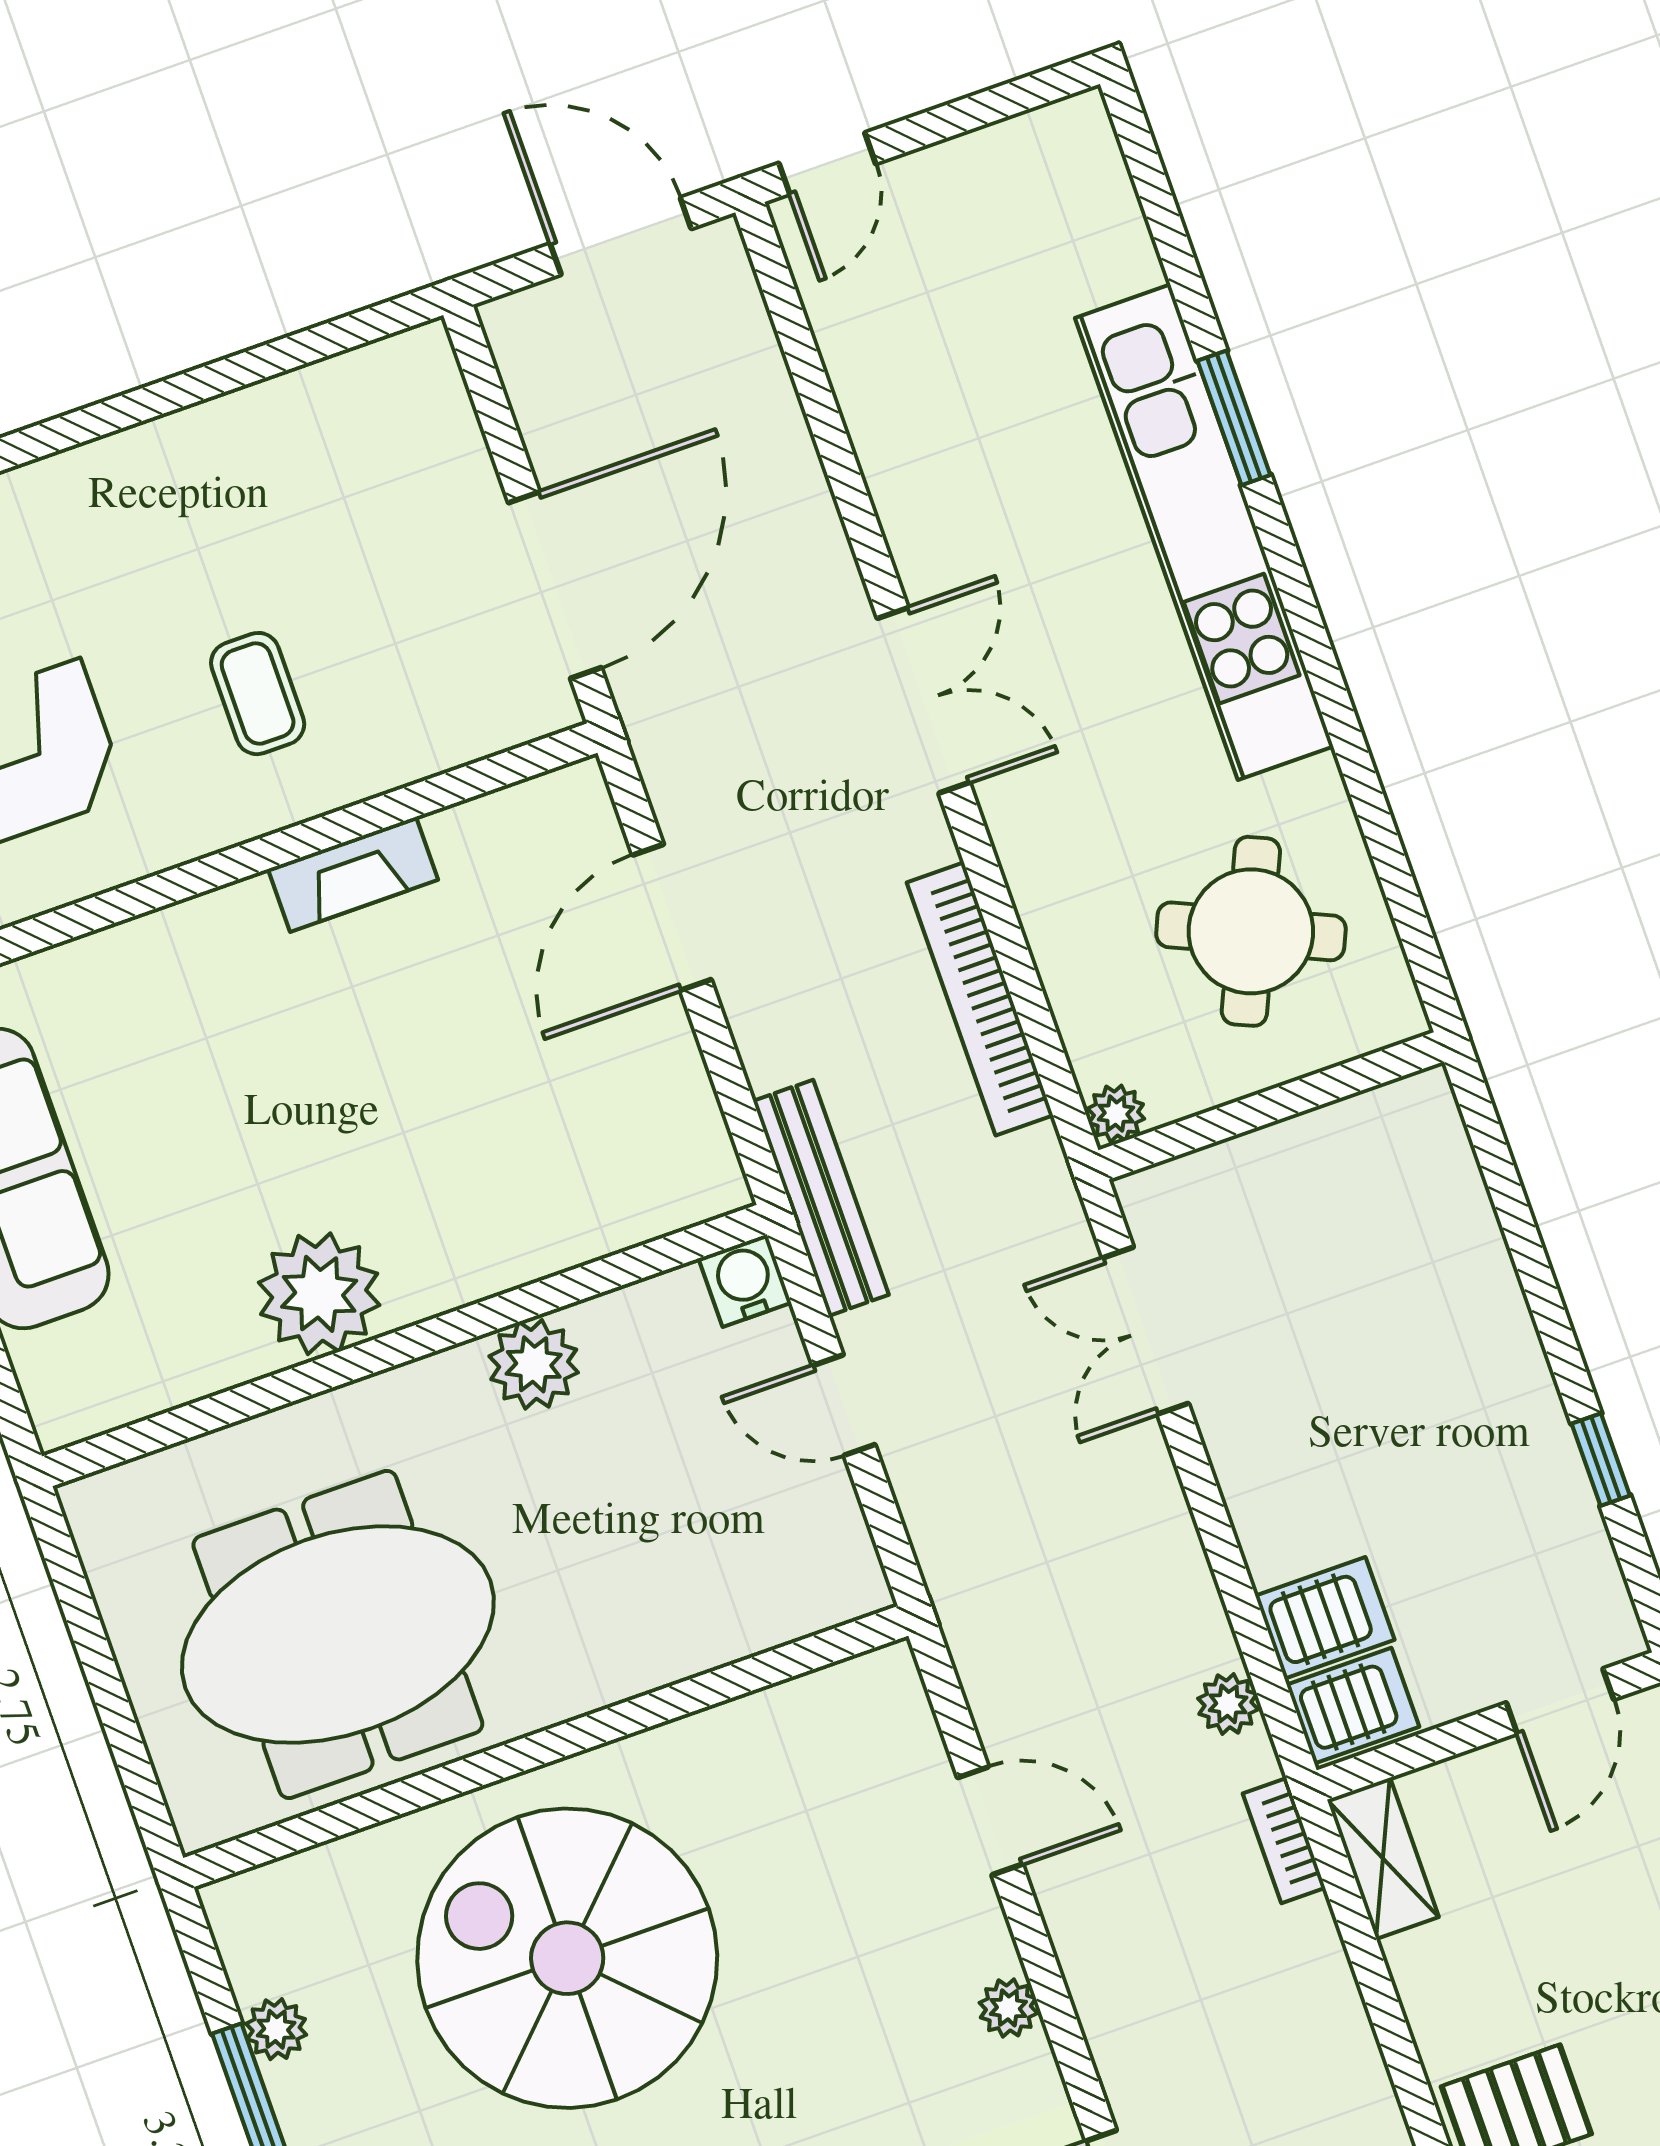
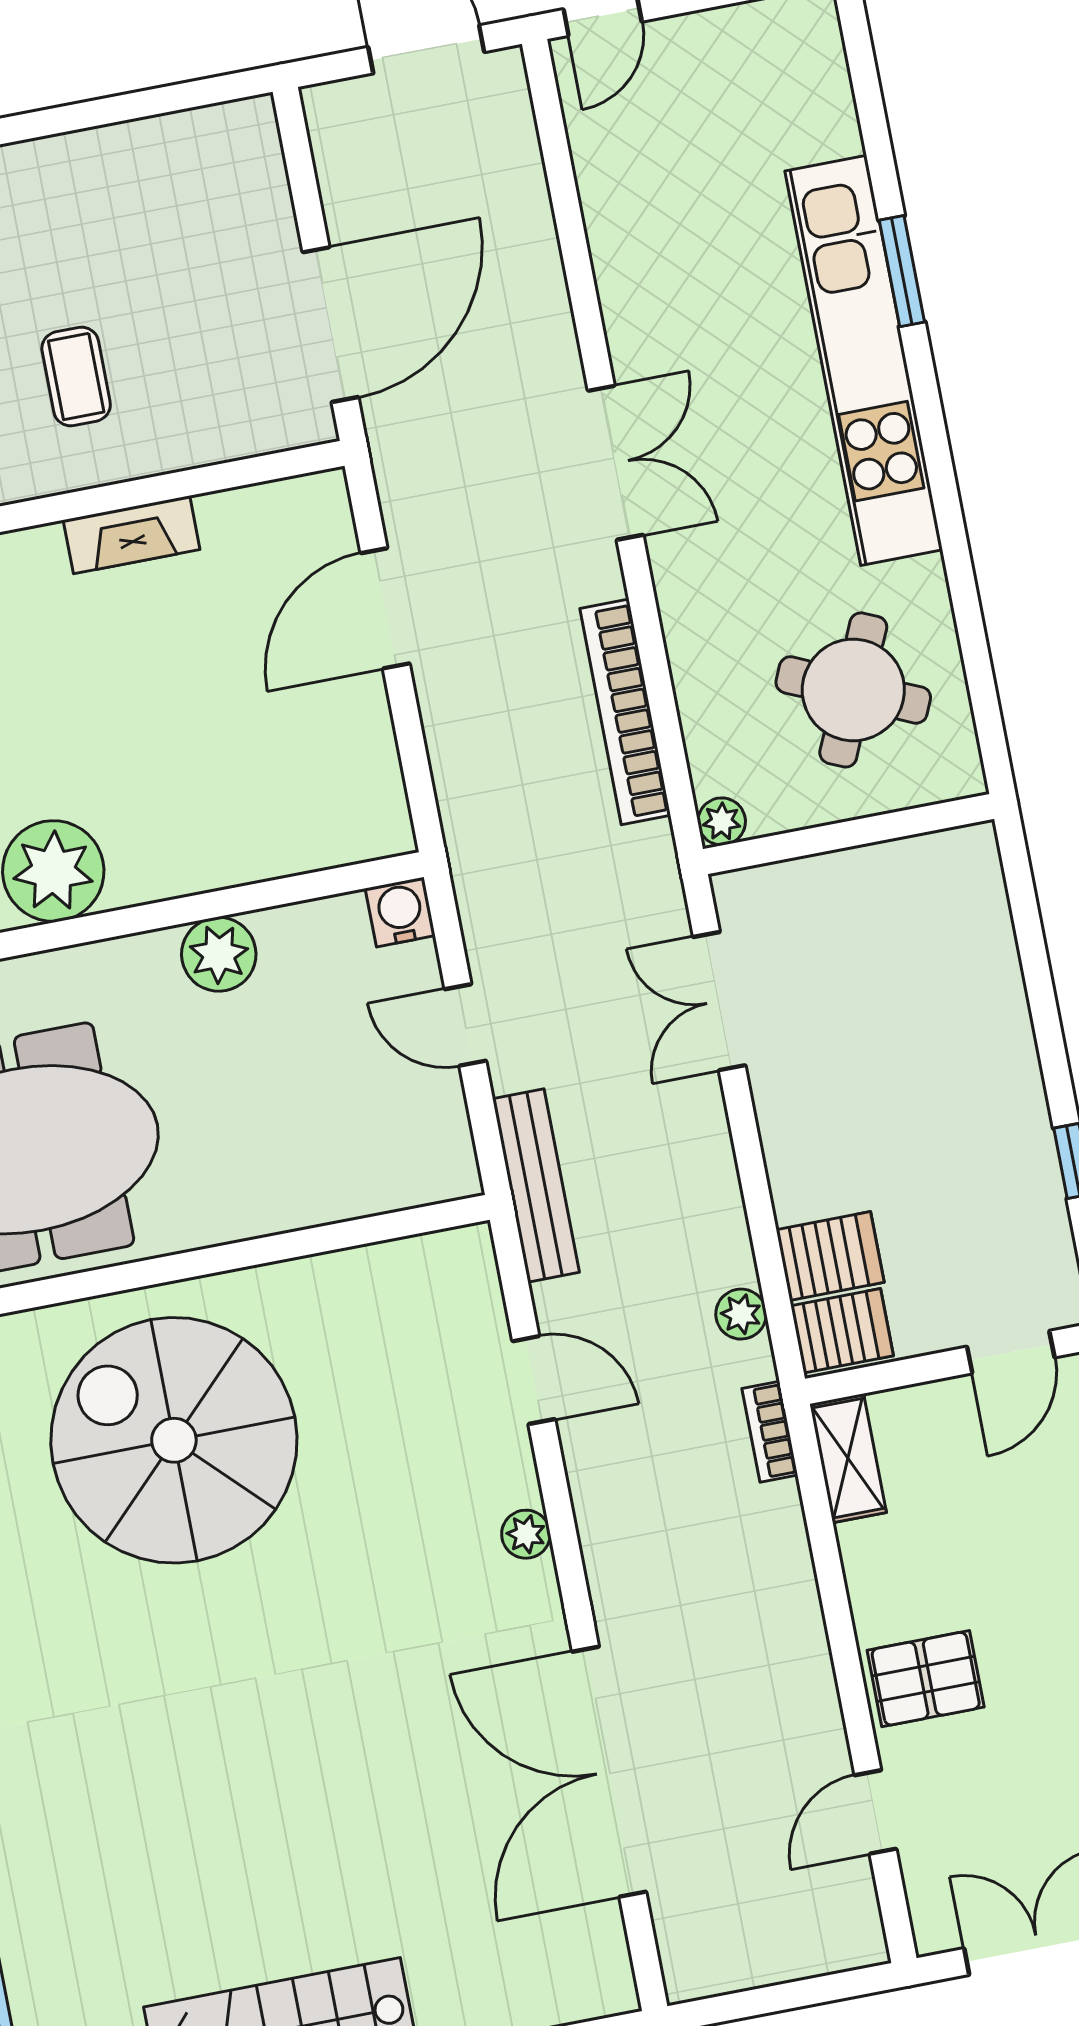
bench: (821, 1198) -> (536, 1186), moved

